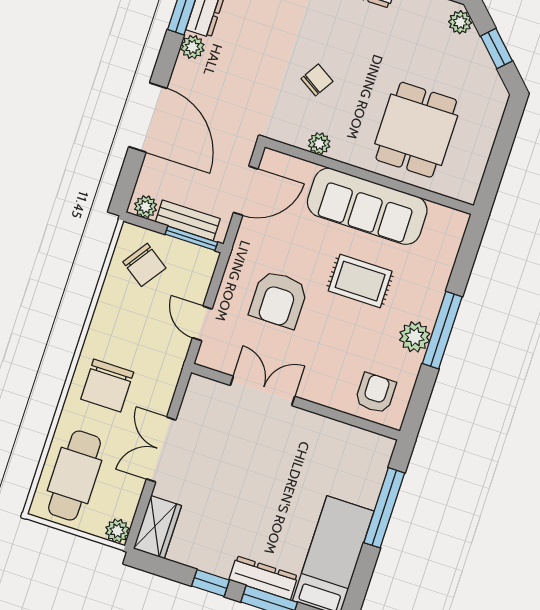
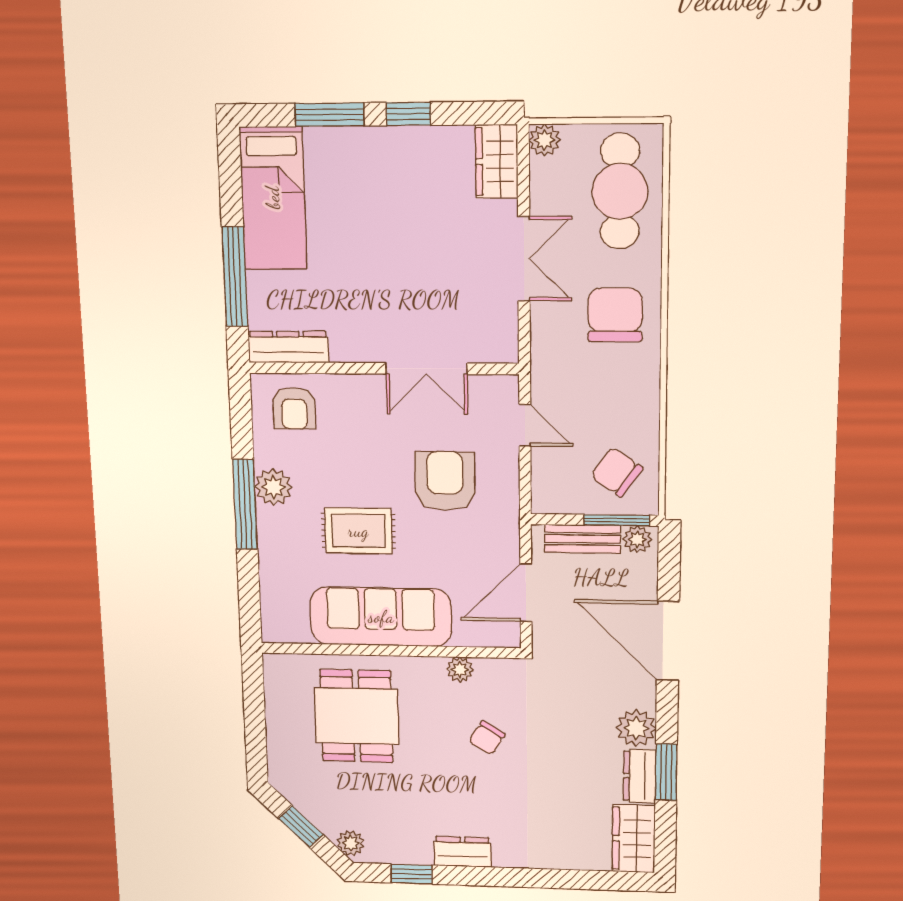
plant: (193, 47) -> (636, 728), width x1.38, depth x1.38
window: (191, 238) -> (617, 520), moved
dresser: (263, 578) -> (288, 347), moved, turned 180

